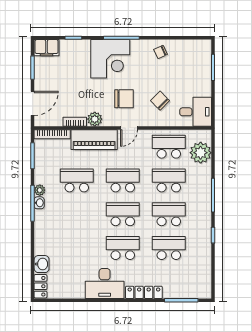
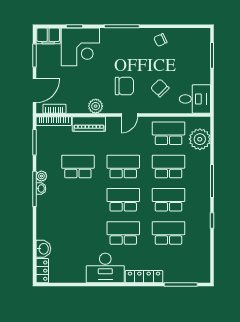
corner desk: (110, 59) -> (80, 47), moved
bookcase: (75, 122) -> (54, 109), moved
piano: (94, 140) -> (89, 124), width x0.73, depth x0.75

